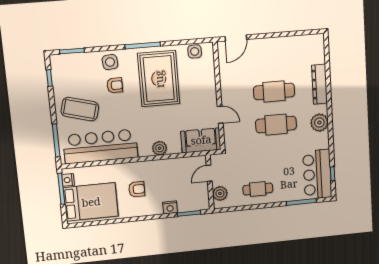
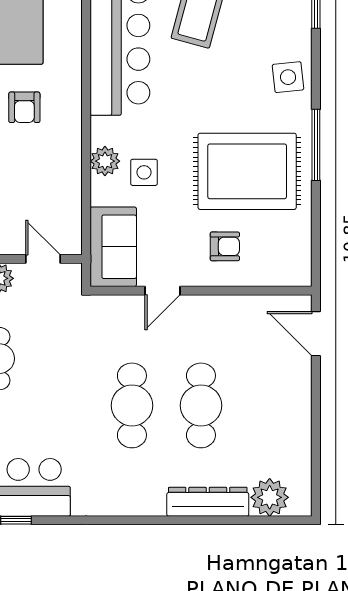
side table: (195, 51) -> (144, 172), moved
armchair: (115, 85) -> (225, 246), moved, turned -90
plant: (319, 123) -> (270, 497), moved

